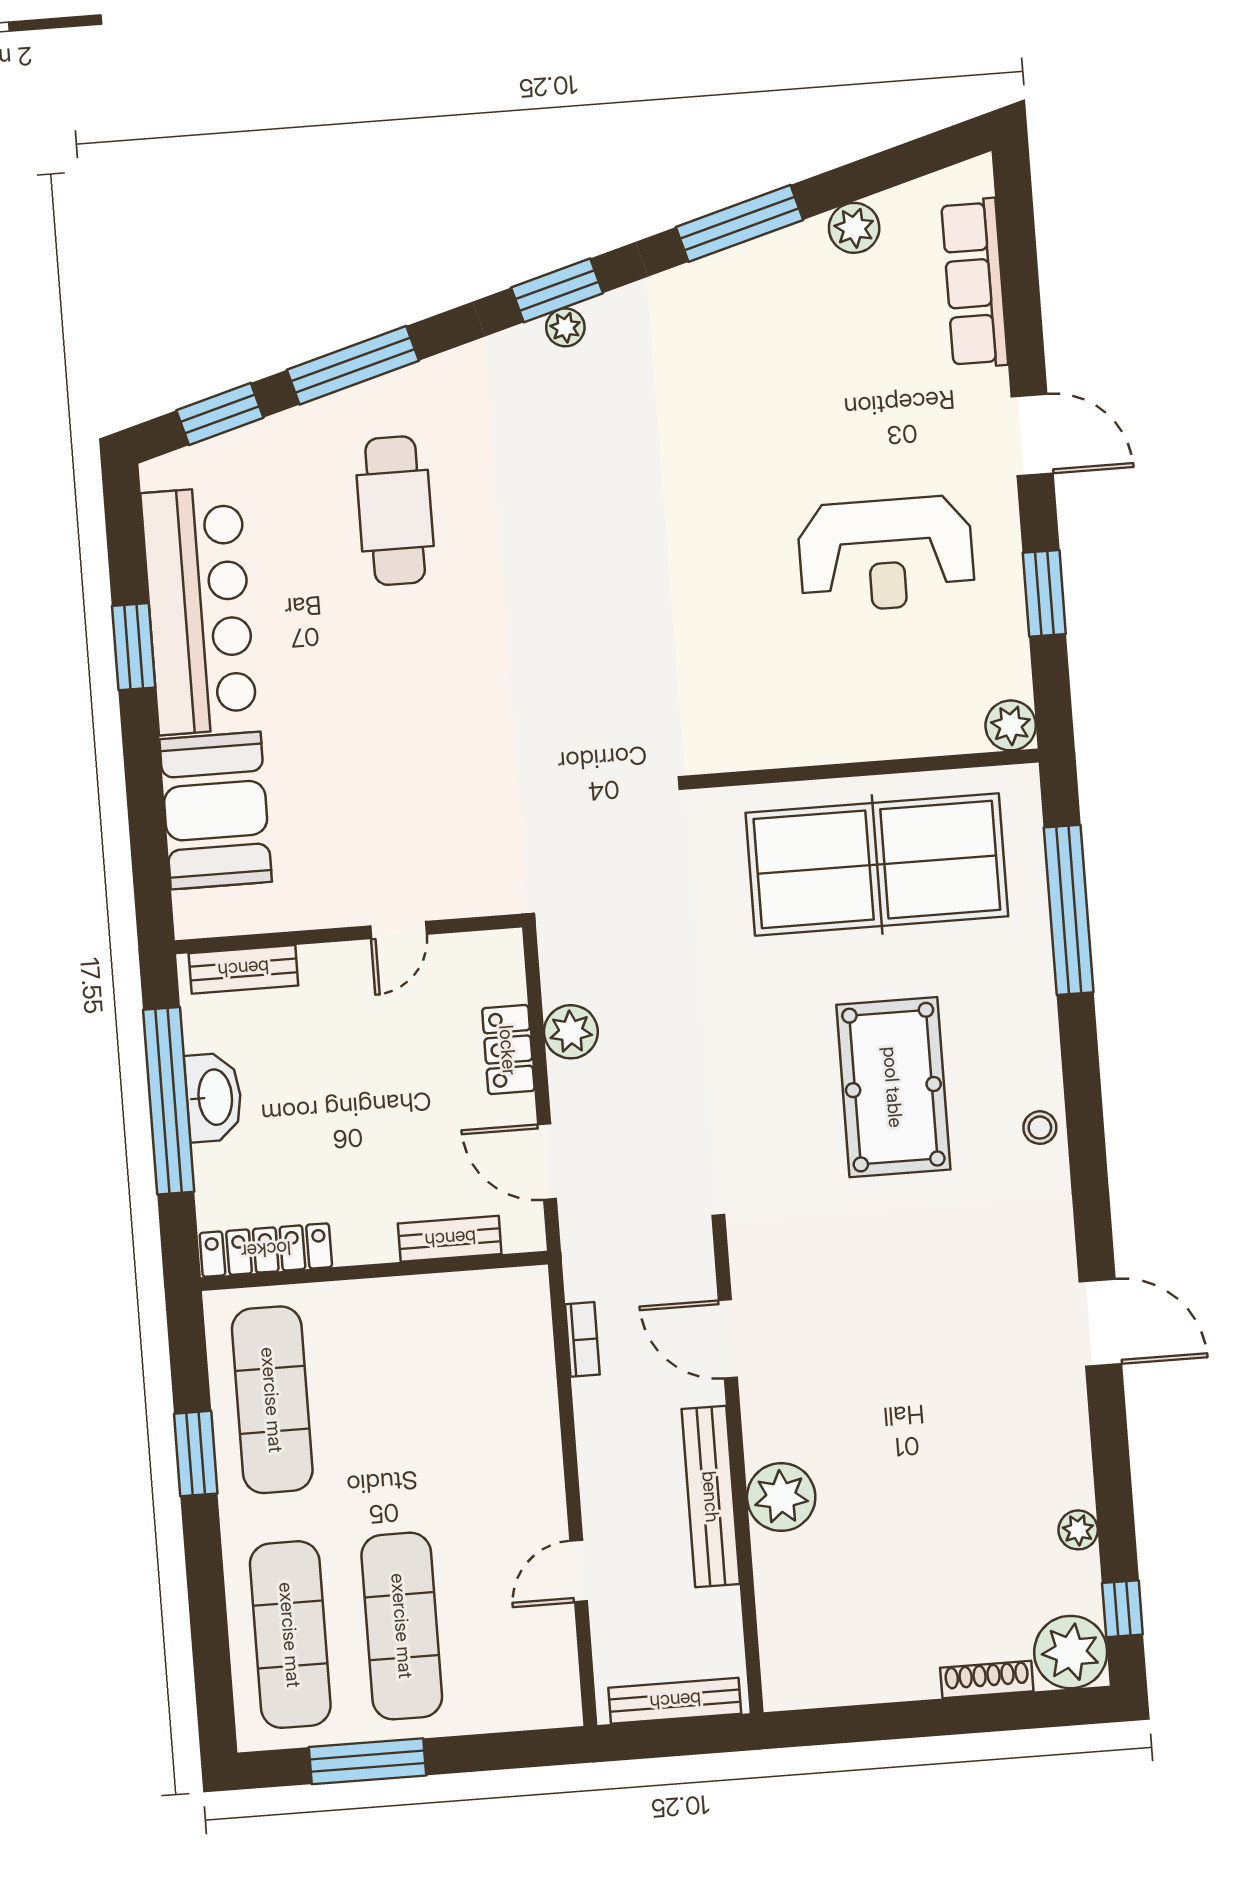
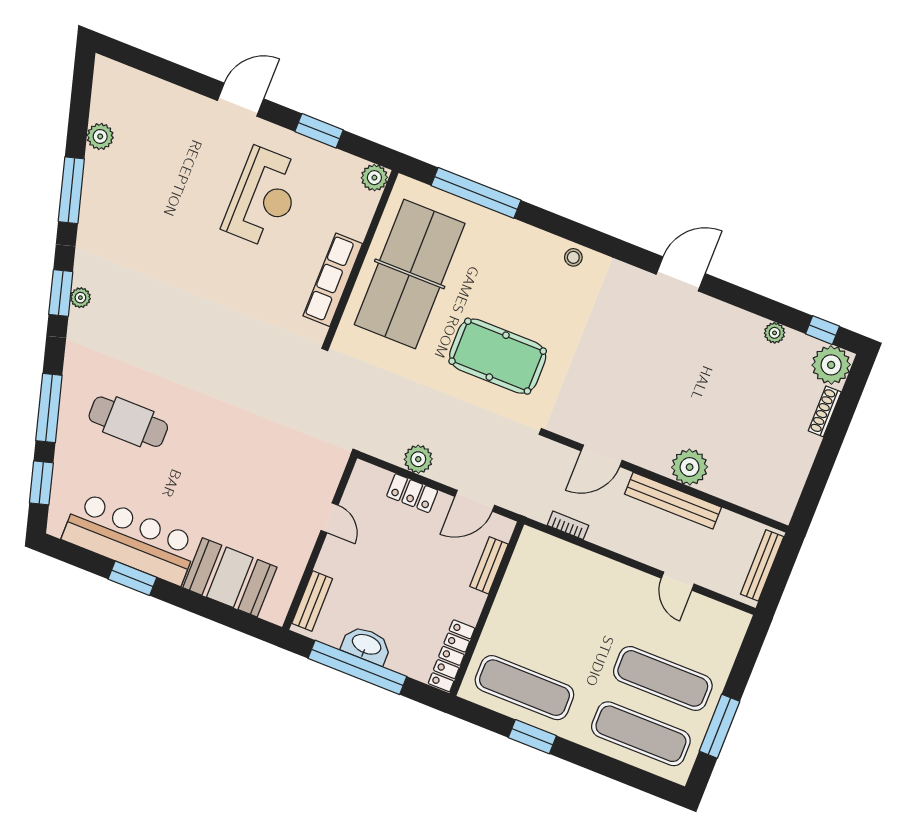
row of seats: (975, 283) -> (333, 280), moved, turned 90
pool table: (893, 1087) -> (498, 356), moved

